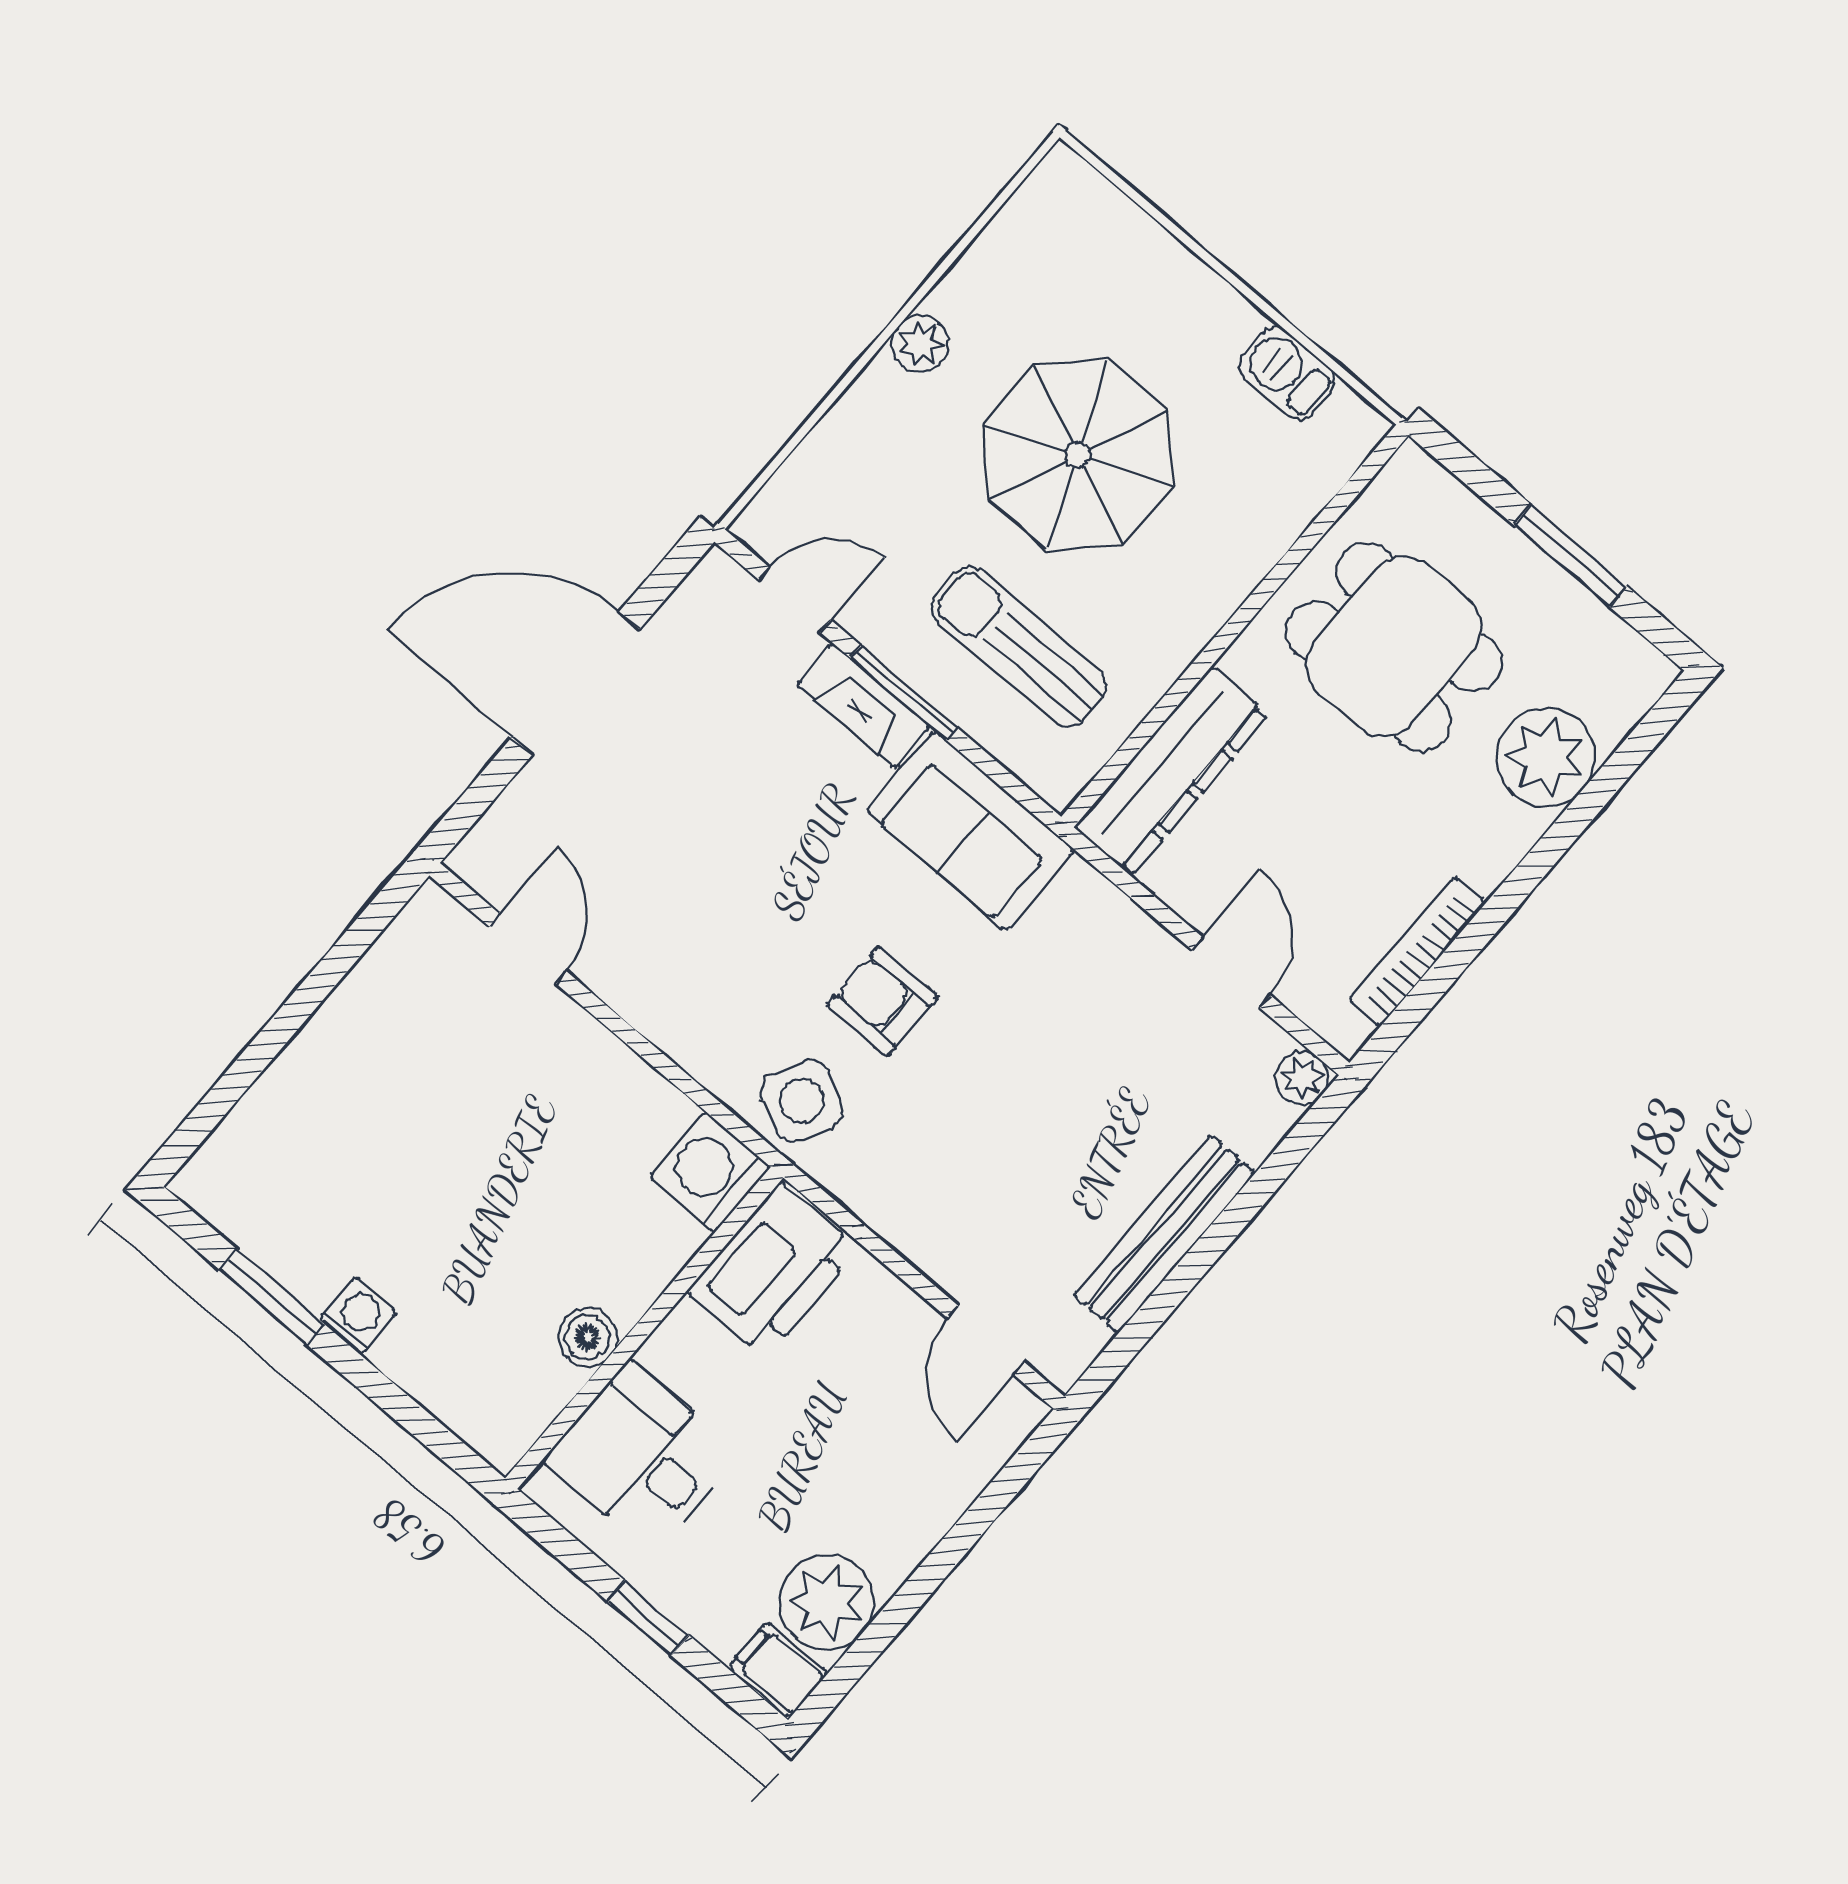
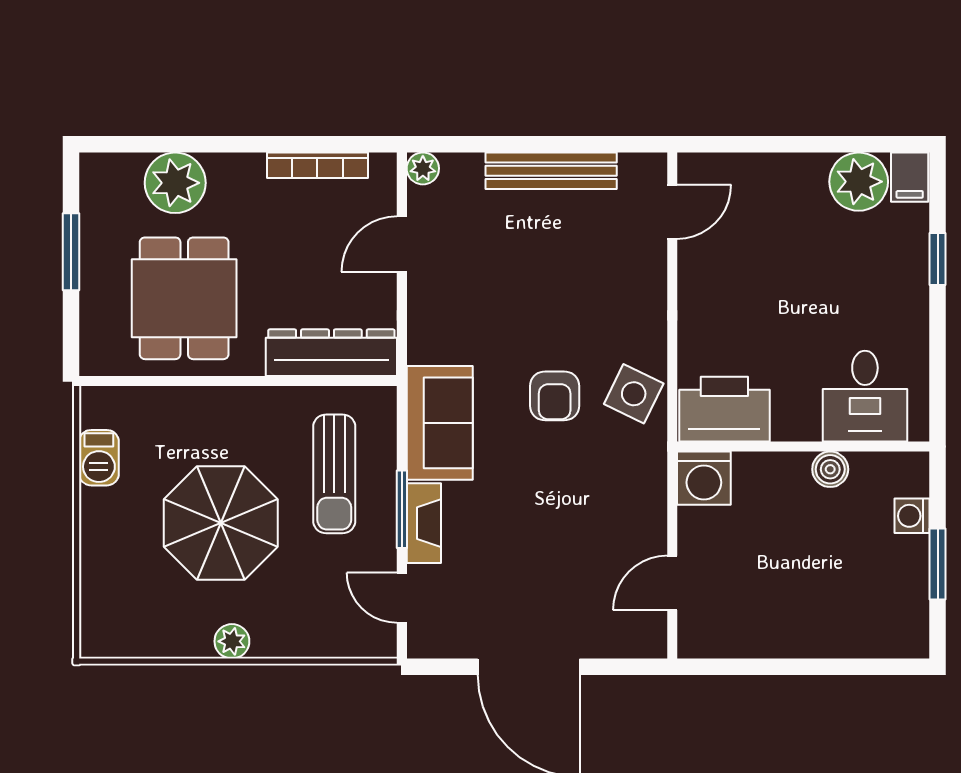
washing machine: (710, 1172) -> (704, 478), moved
printer: (773, 1270) -> (724, 409), moved
wall: (644, 1328) -> (803, 446), moved
boiler: (588, 1337) -> (830, 469), moved
desk: (641, 1457) -> (865, 396), moved

